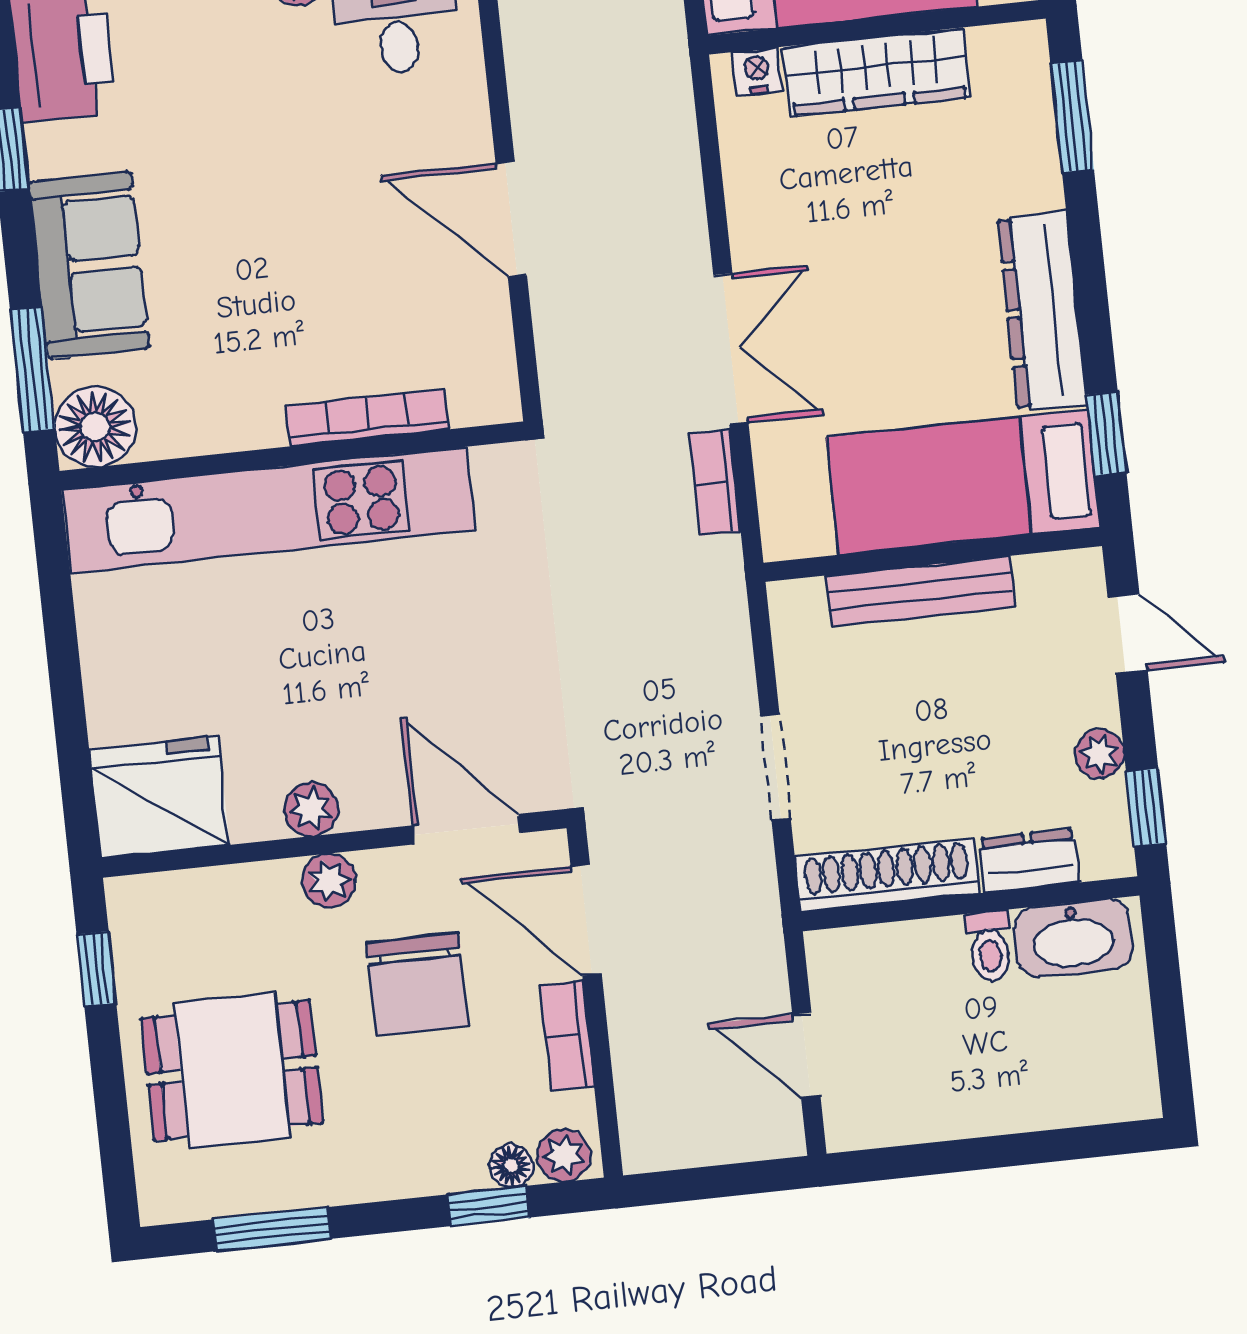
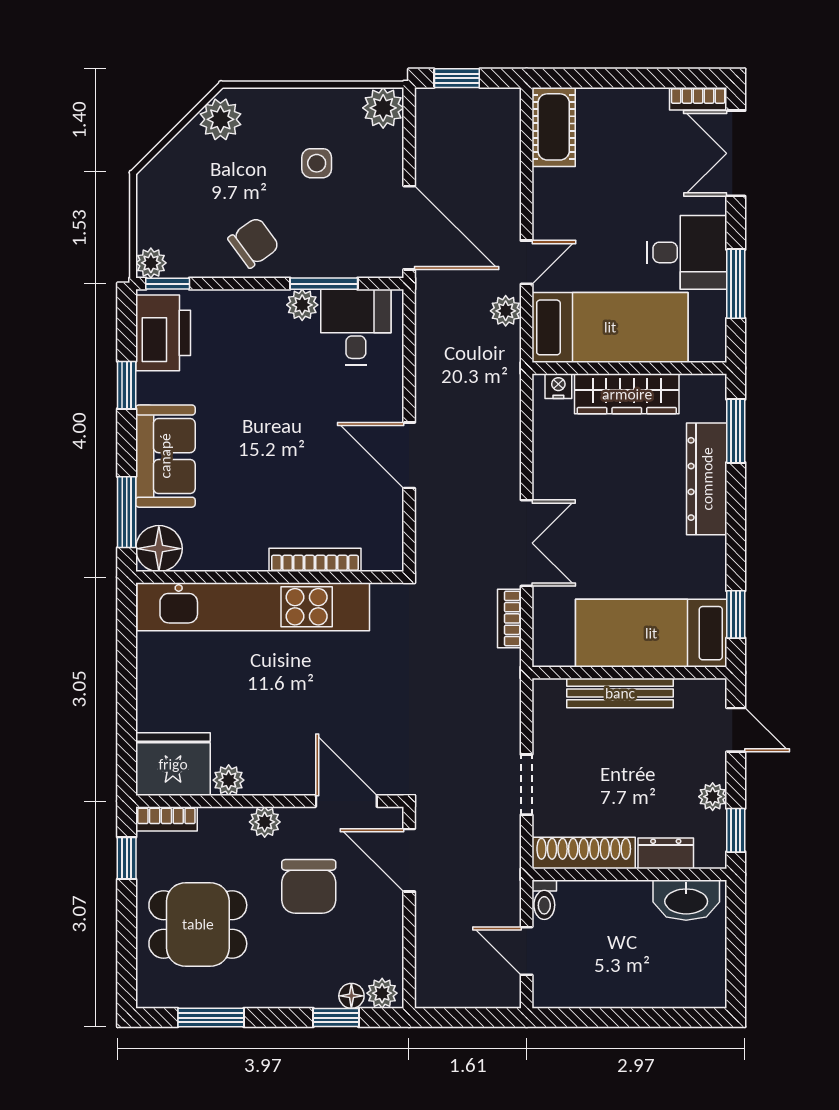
dresser: (1042, 311) -> (707, 479), moved
plant: (311, 809) -> (229, 780), moved
toilet: (990, 946) -> (544, 900), moved
bookcase: (567, 1036) -> (166, 819), moved, turned -90

